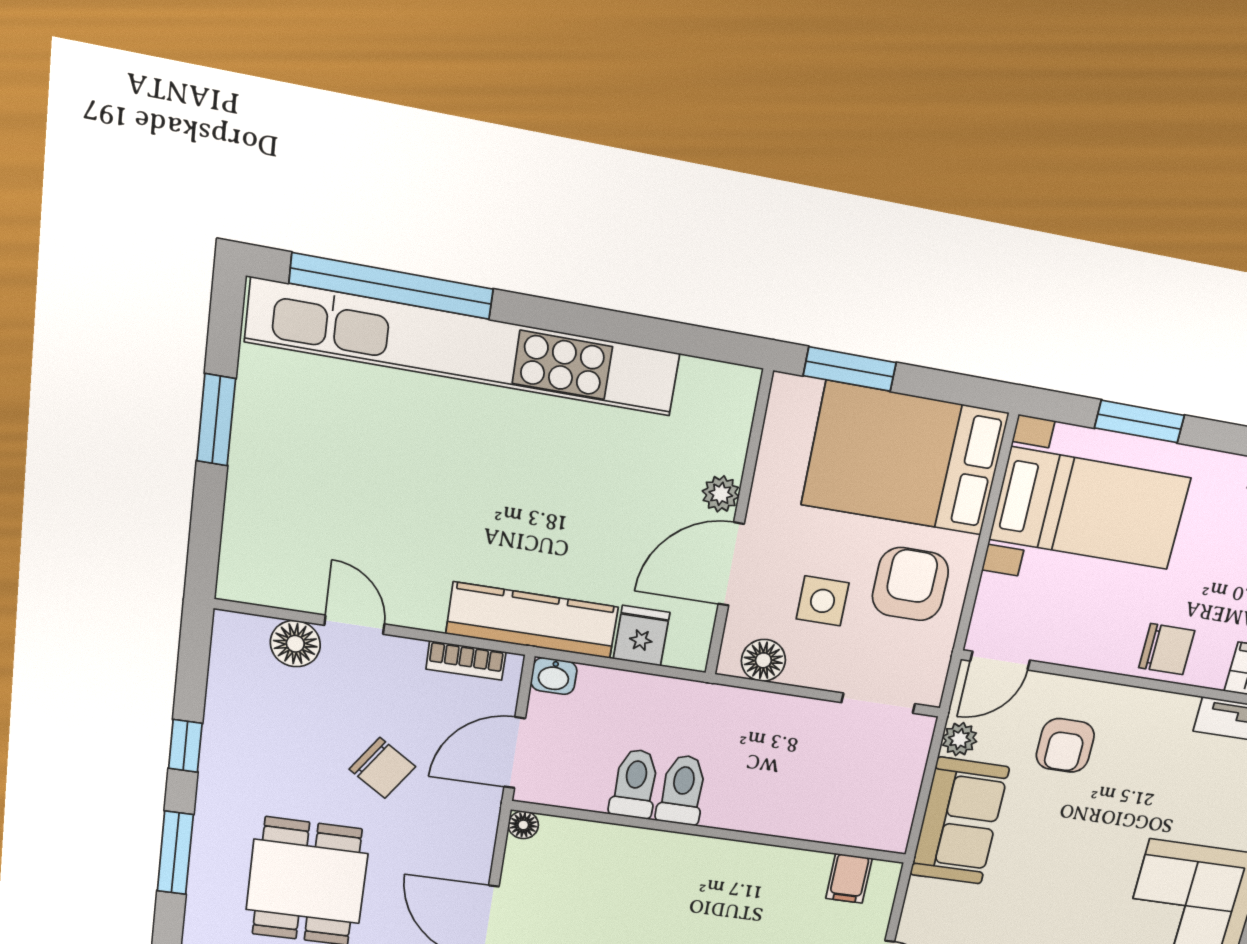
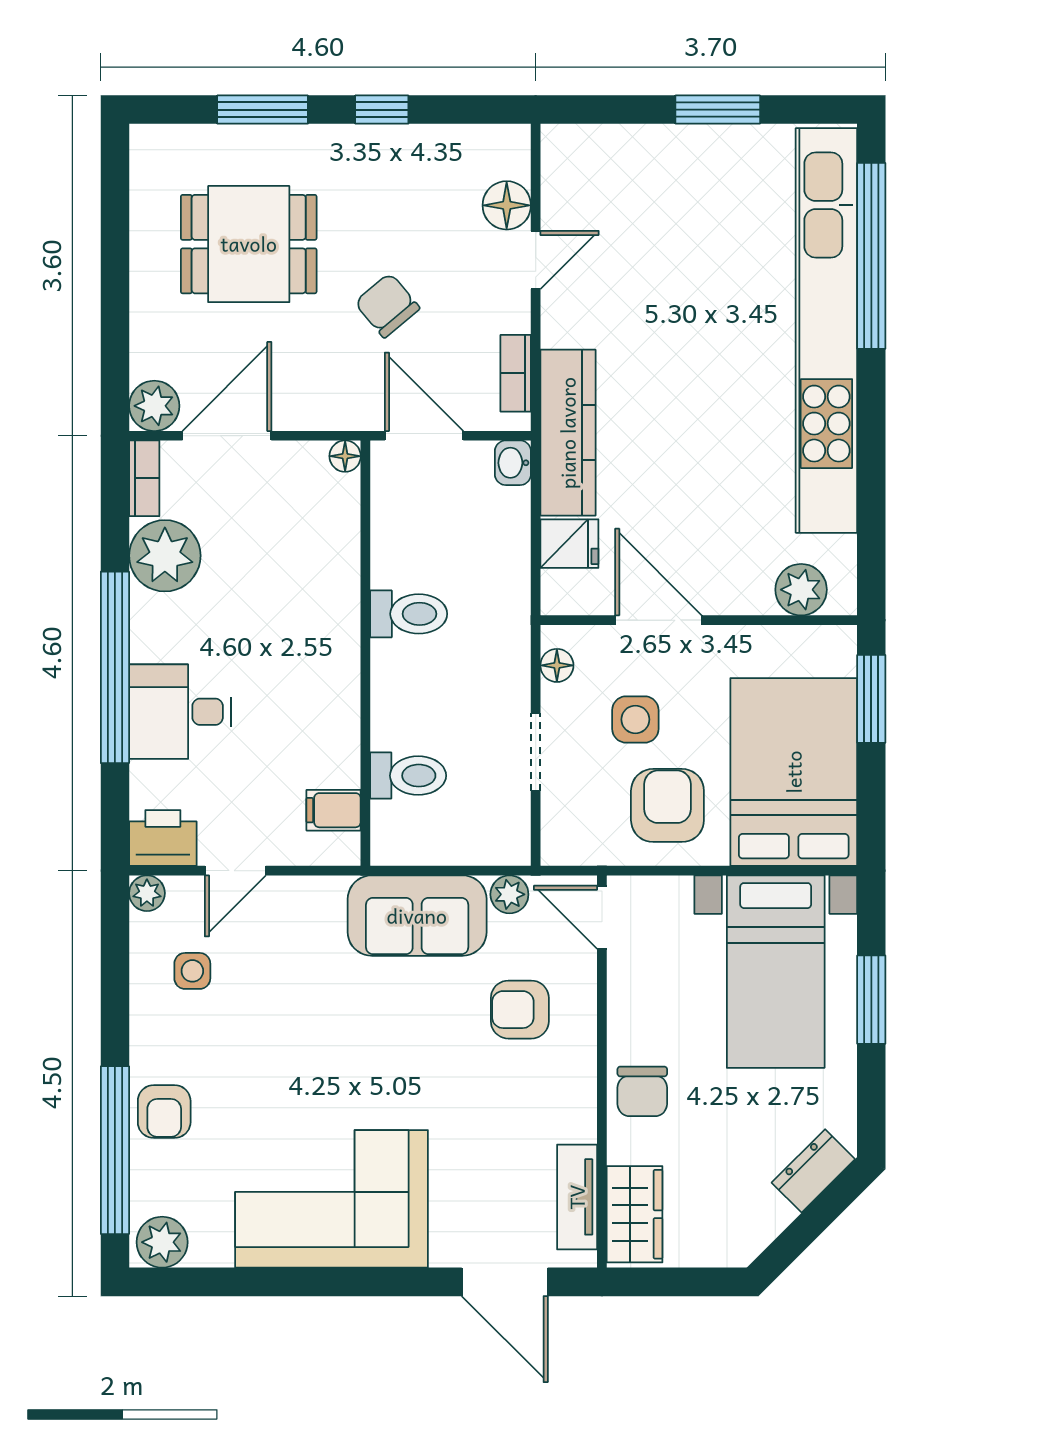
plant: (721, 494) -> (801, 590), moved, width x1.38, depth x1.38
armchair: (910, 584) -> (667, 805), turned -90
floor lamp: (763, 660) -> (557, 665), width x0.73, depth x0.73
doorway: (878, 703) -> (536, 752), moved
chair: (382, 768) -> (387, 305), turned 106
toilet: (635, 784) -> (408, 776), moved

